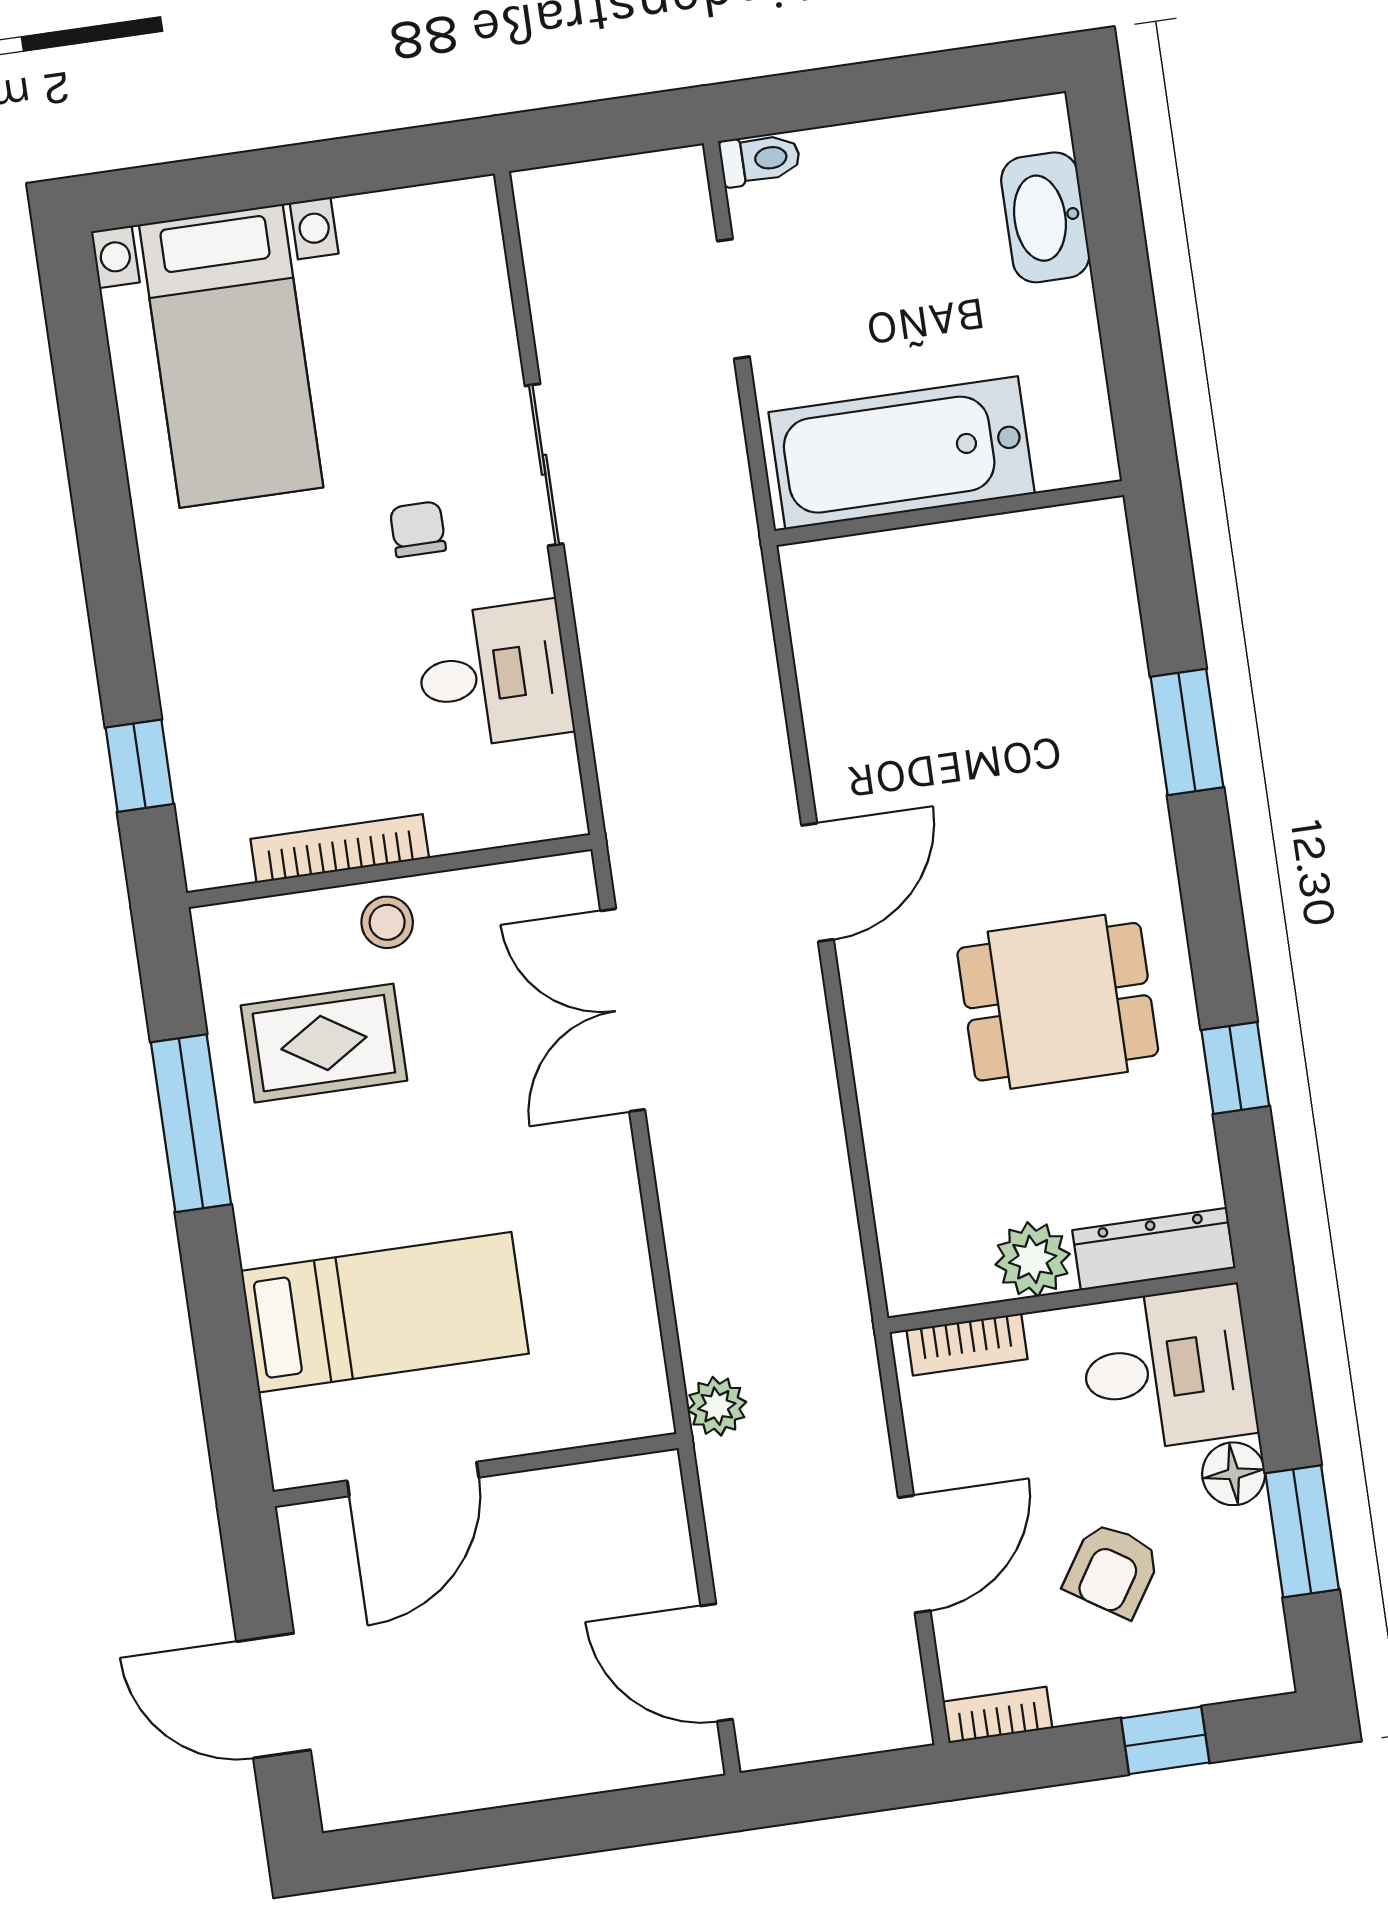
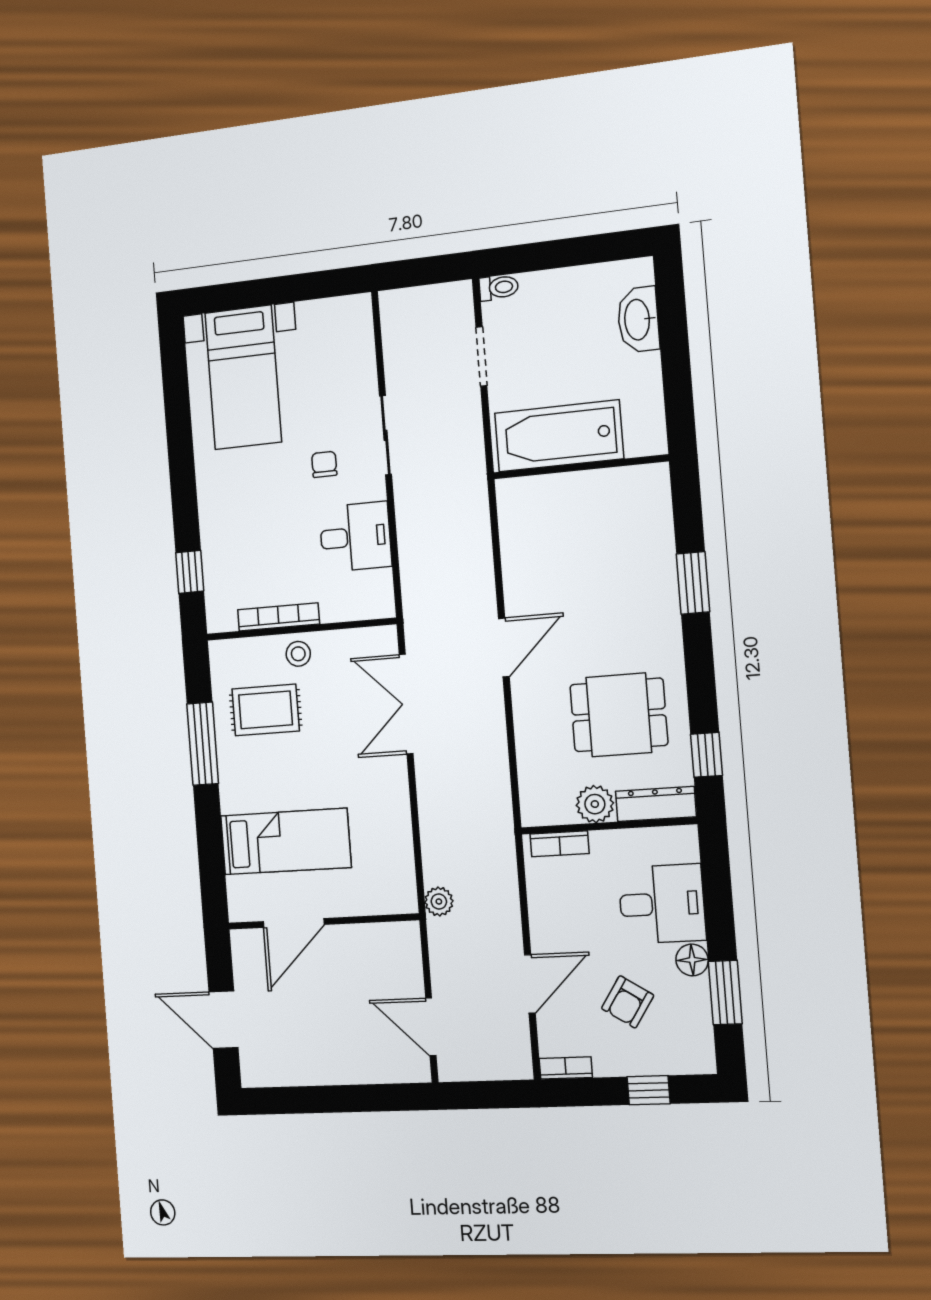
dresser: (1153, 1249) -> (656, 804), moved
plant: (1033, 1259) -> (595, 804), moved
wall: (1063, 1300) -> (608, 826), moved
bookcase: (967, 1344) -> (560, 844), moved

